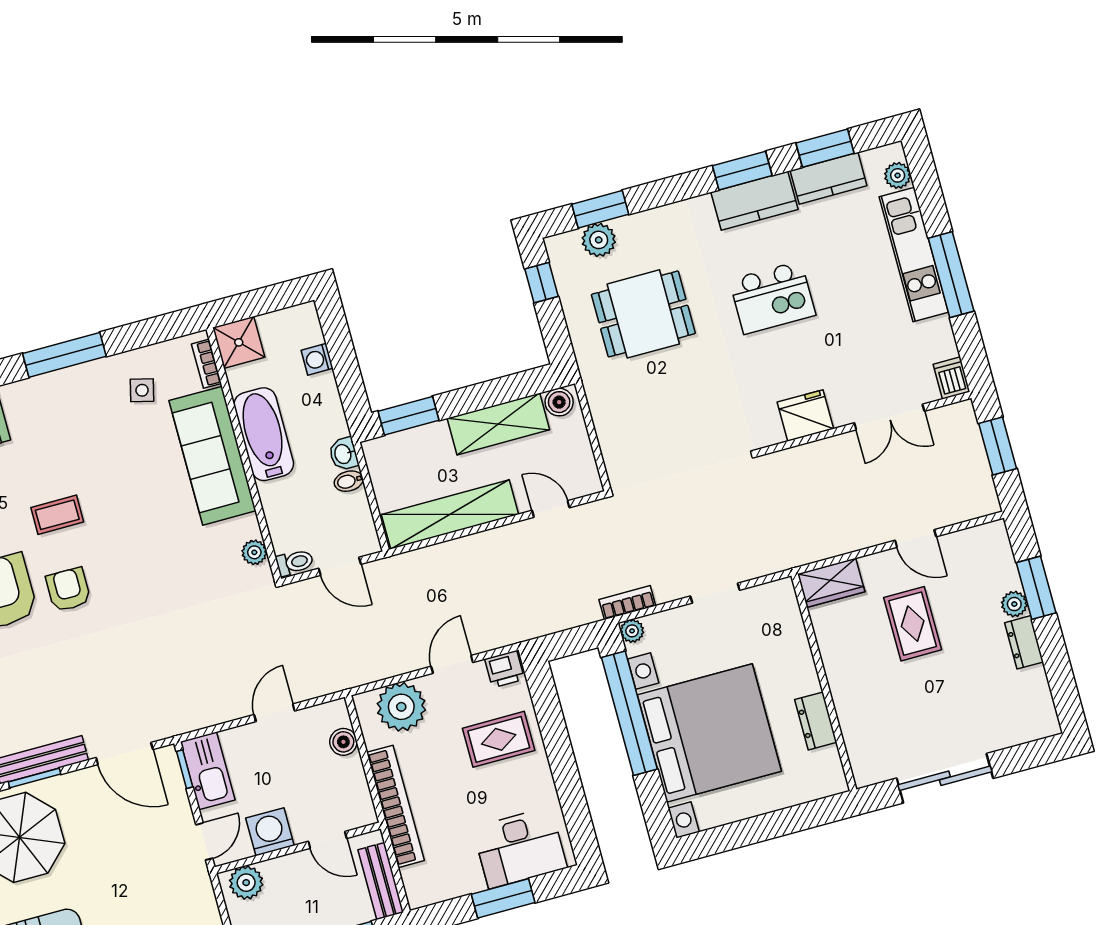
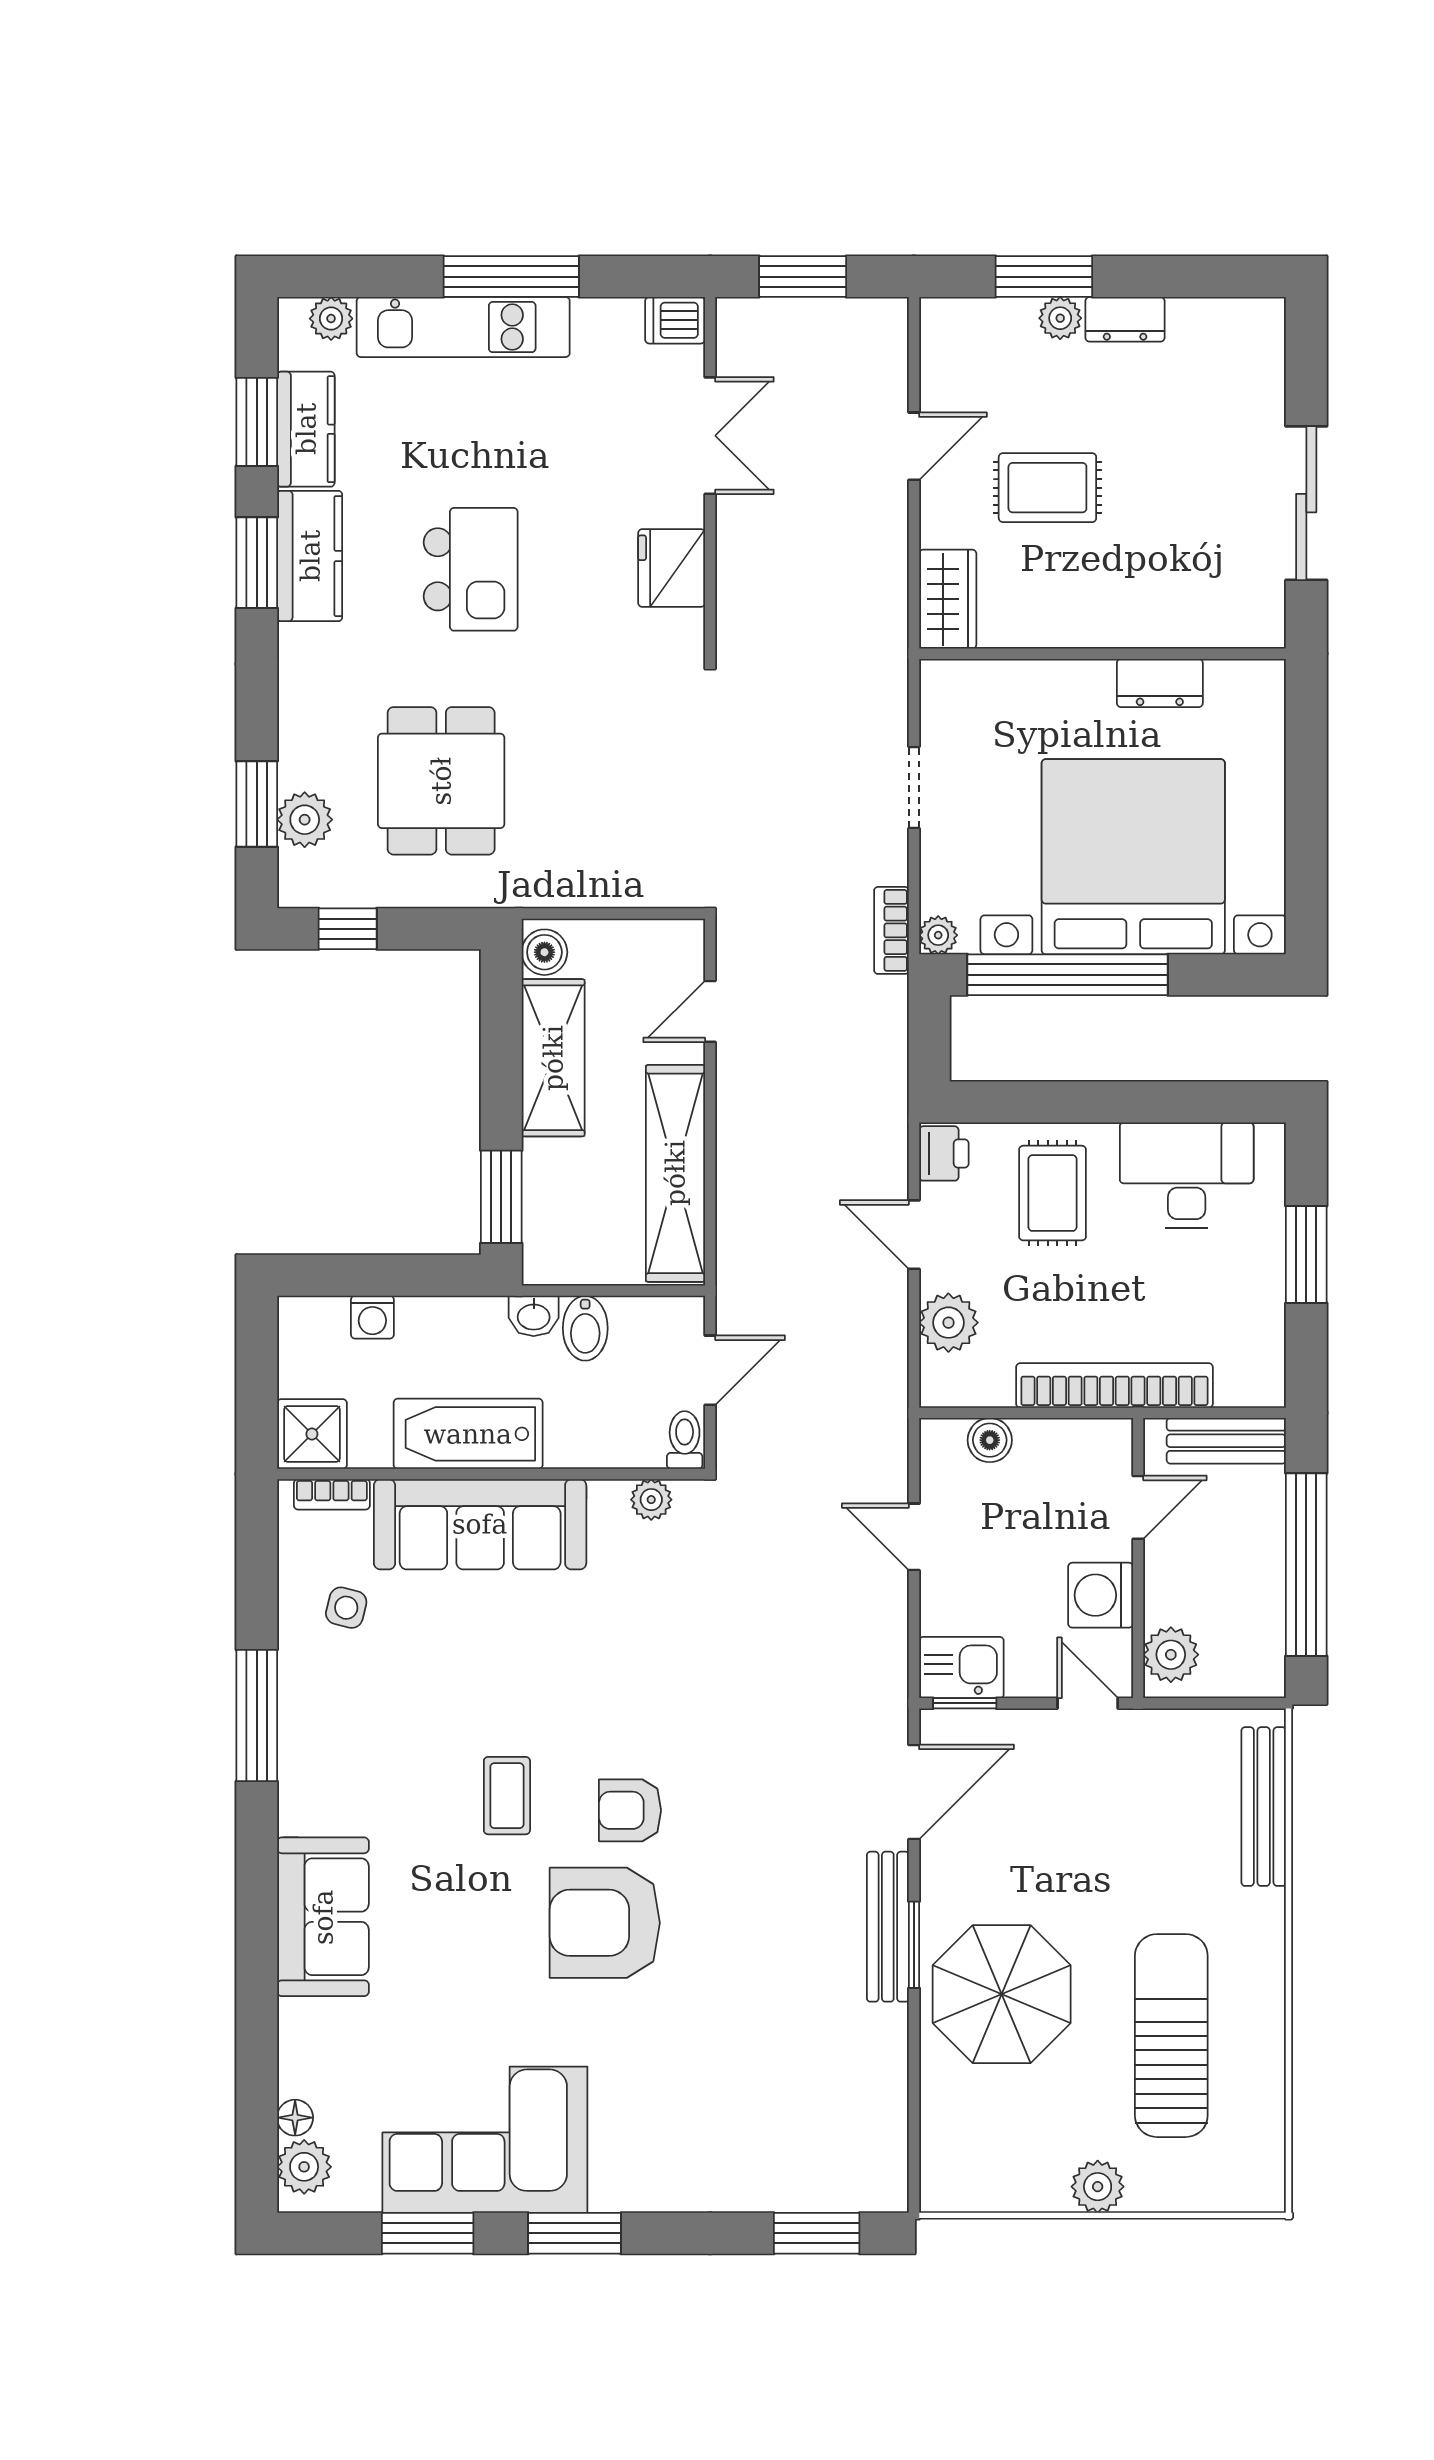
bidet: (349, 481) -> (585, 1328), width x1.38, depth x1.36
plant: (401, 707) -> (948, 1323), width x0.73, depth x0.73
kitchen sink: (208, 771) -> (961, 1668), width x0.73
desk: (520, 848) -> (1187, 1175), moved, turned -90

